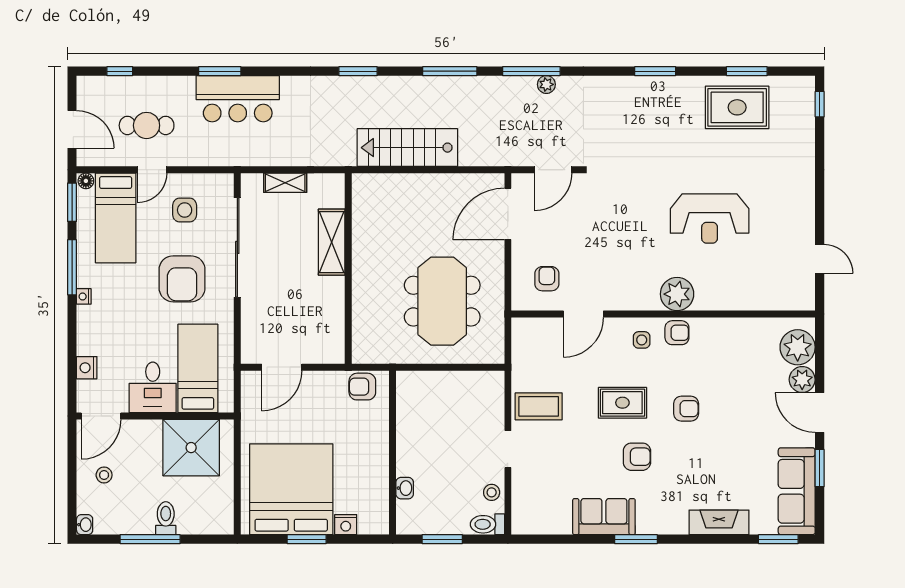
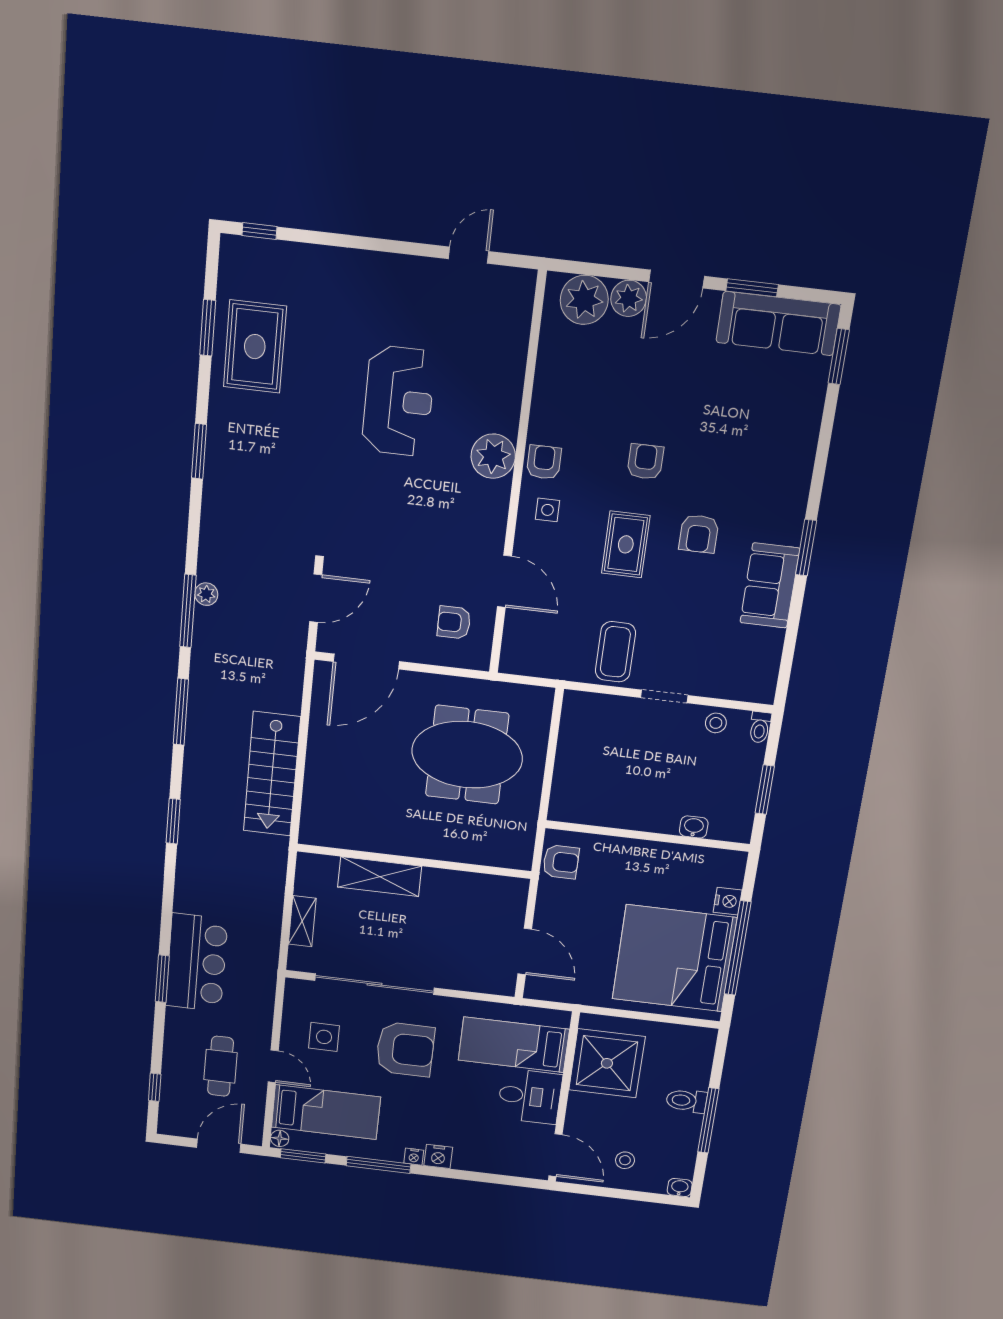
door: (553, 170) -> (316, 598), hinge flipped
door: (508, 214) -> (366, 661), hinge flipped
nightstand: (87, 368) -> (438, 1156), moved
armchair: (362, 387) -> (561, 862), turned -90
armchair: (637, 457) -> (699, 534), turned 180
fireplace: (719, 522) -> (803, 435), removed
toilet: (487, 524) -> (760, 727), width x0.73, depth x0.72
window: (307, 539) -> (738, 948), width x2.11

